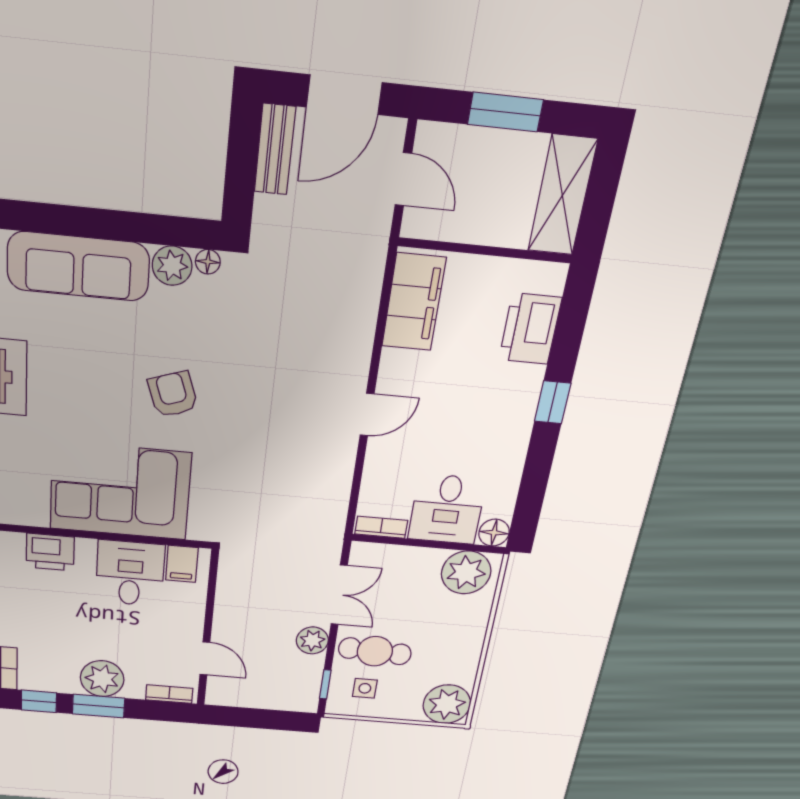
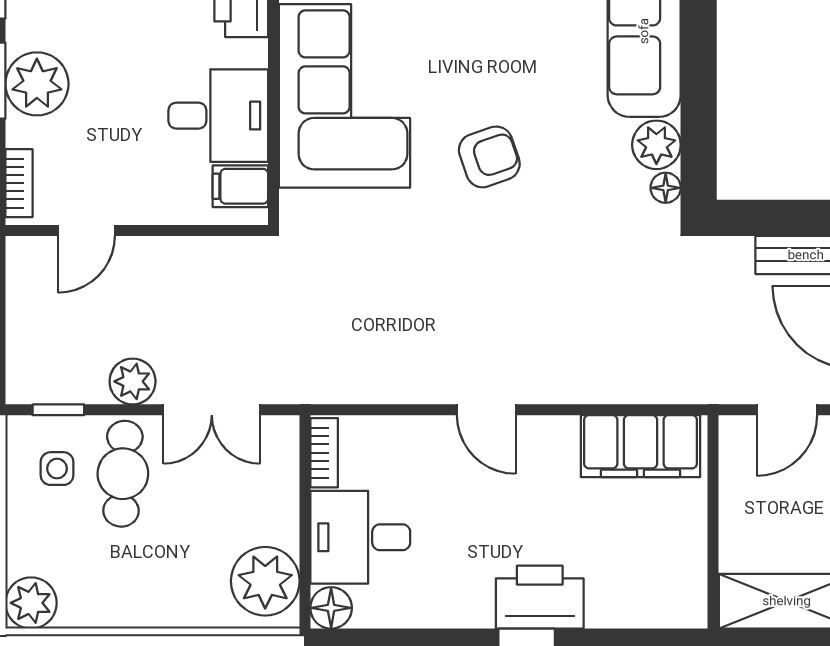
printer: (530, 329) -> (540, 597), moved
plant: (447, 704) -> (31, 603), width x0.73, depth x0.73

